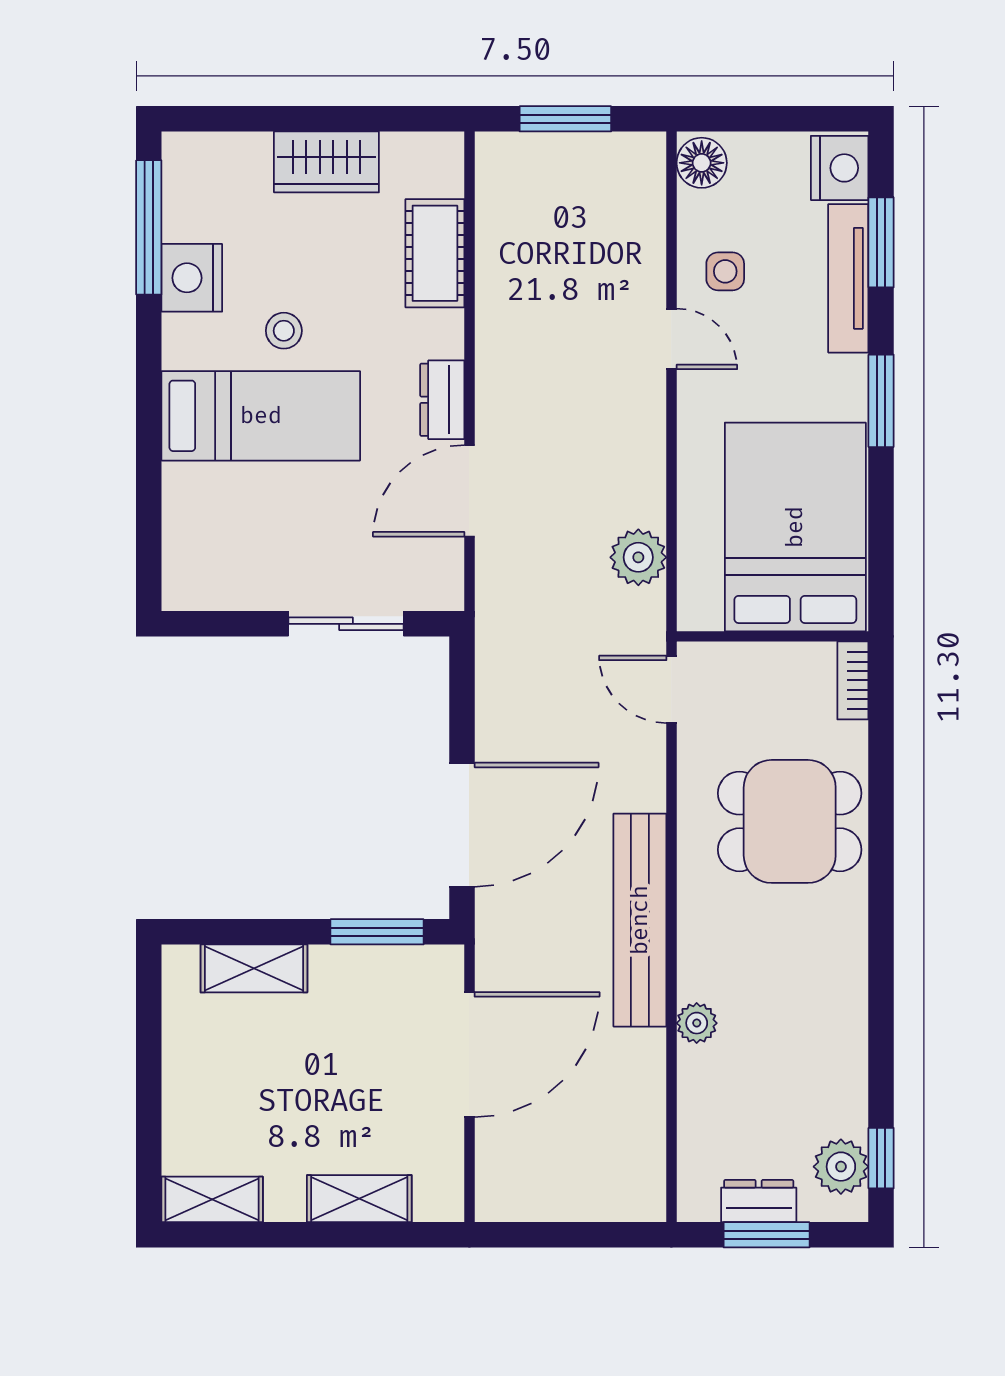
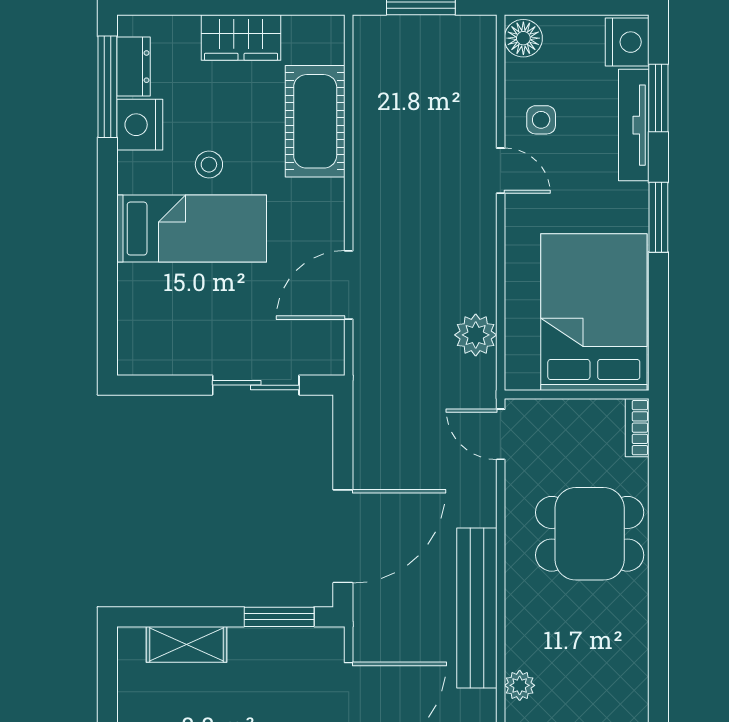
cot: (435, 253) -> (315, 121), width x1.37, depth x1.34
dresser: (442, 400) -> (133, 67), moved, turned 180

